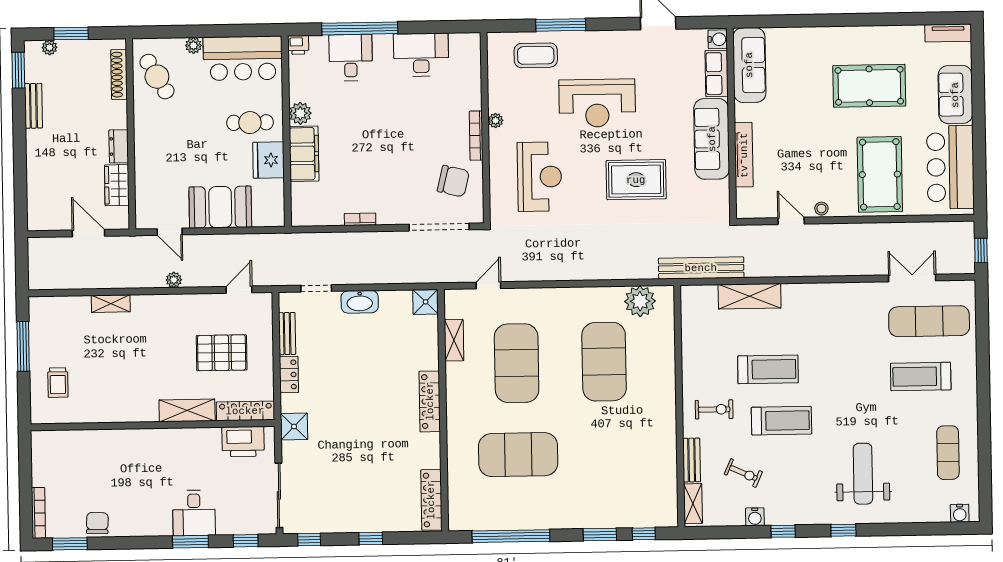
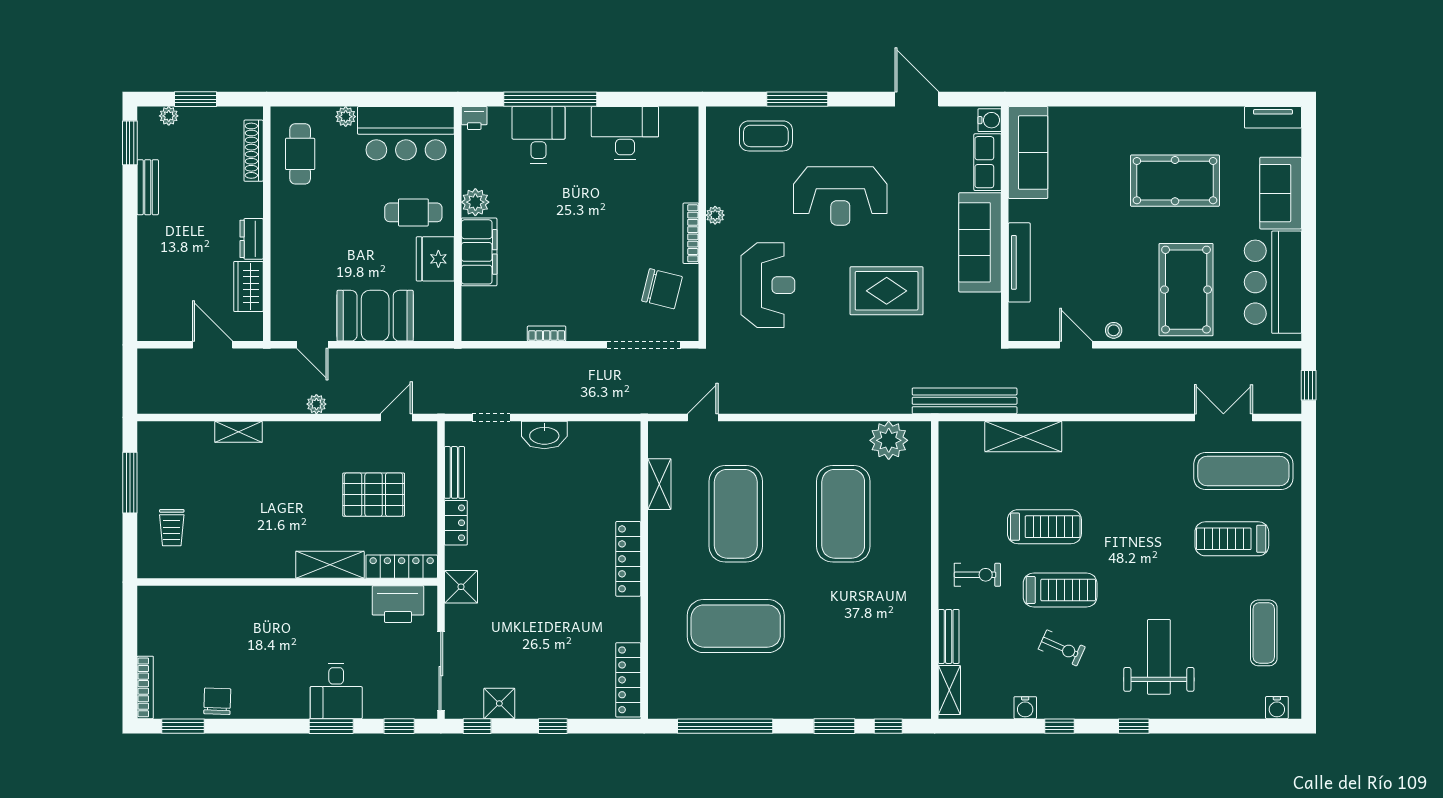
cafe table: (157, 77) -> (300, 154), turned 30
shower: (426, 302) -> (499, 703), moved
exercise bike: (743, 473) -> (1062, 648), moved

